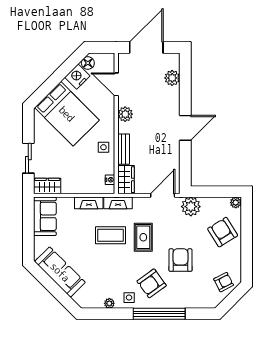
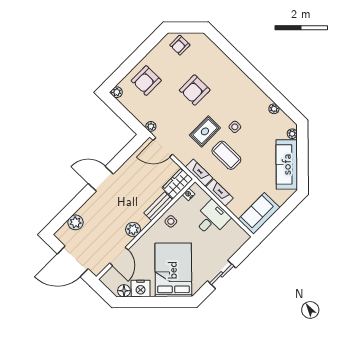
sliding door: (28, 158) -> (222, 274), moved
desk: (76, 179) -> (212, 219), added
wardrobe: (47, 186) -> (237, 233), removed
plant: (191, 207) -> (151, 126), width x0.53, depth x0.53
armchair: (223, 232) -> (146, 81), turned 32
armchair: (224, 282) -> (180, 45), turned -63
armchair: (152, 283) -> (231, 94), removed
plant: (78, 298) -> (292, 134), added
side table: (129, 298) -> (235, 127), moved
window: (159, 314) -> (247, 67), removed

